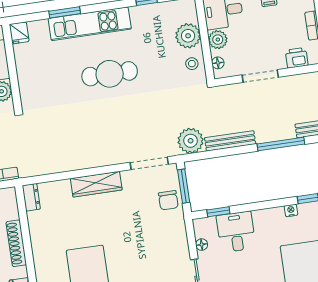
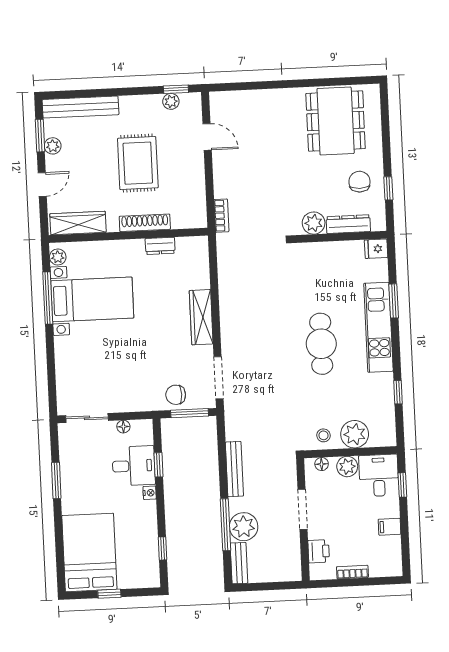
plant: (191, 141) -> (244, 527), moved
dresser: (31, 197) -> (160, 246), moved
nightstand: (291, 210) -> (150, 493), moved
window: (218, 212) -> (159, 465), moved

